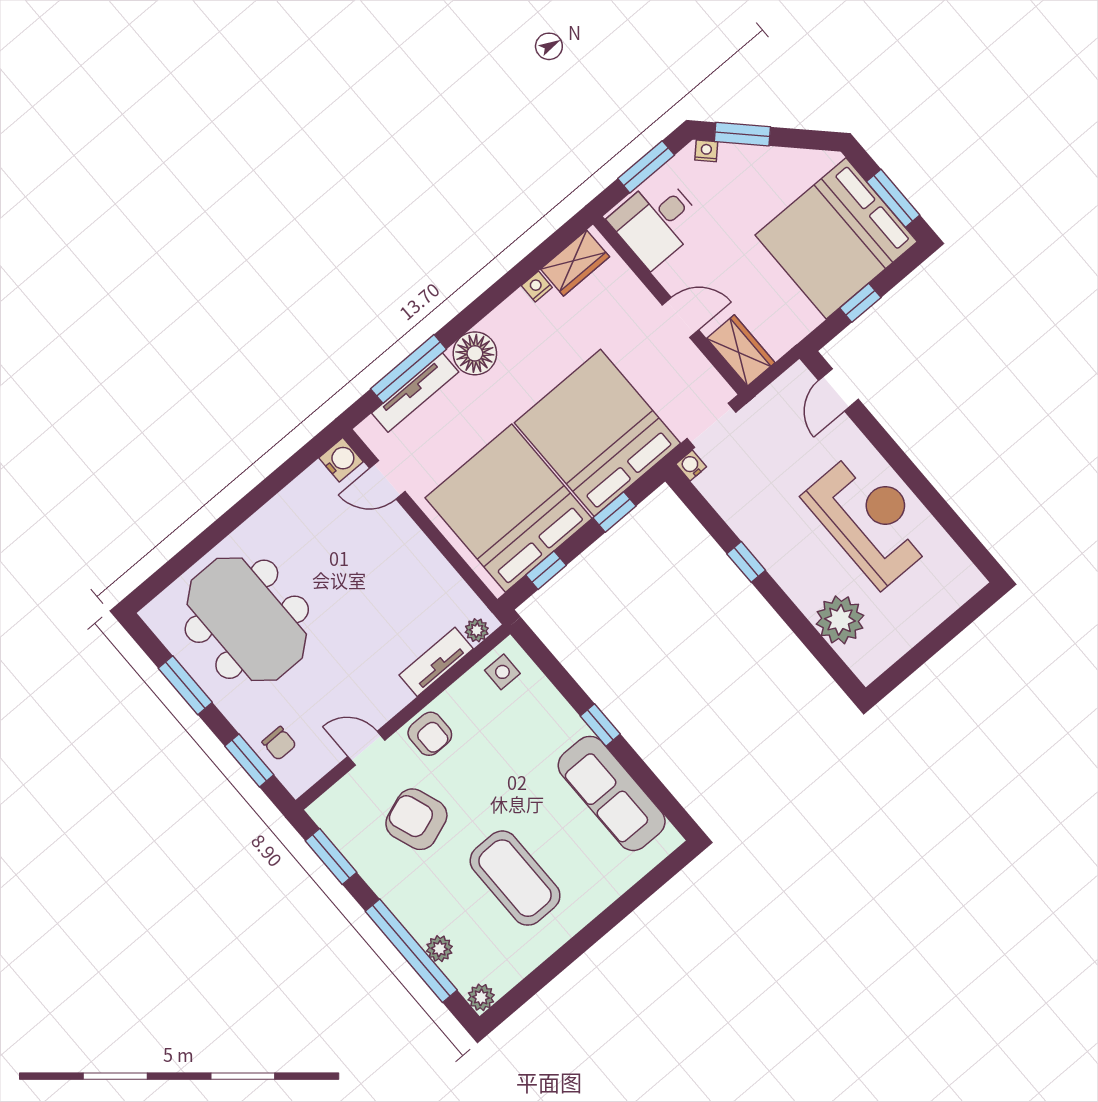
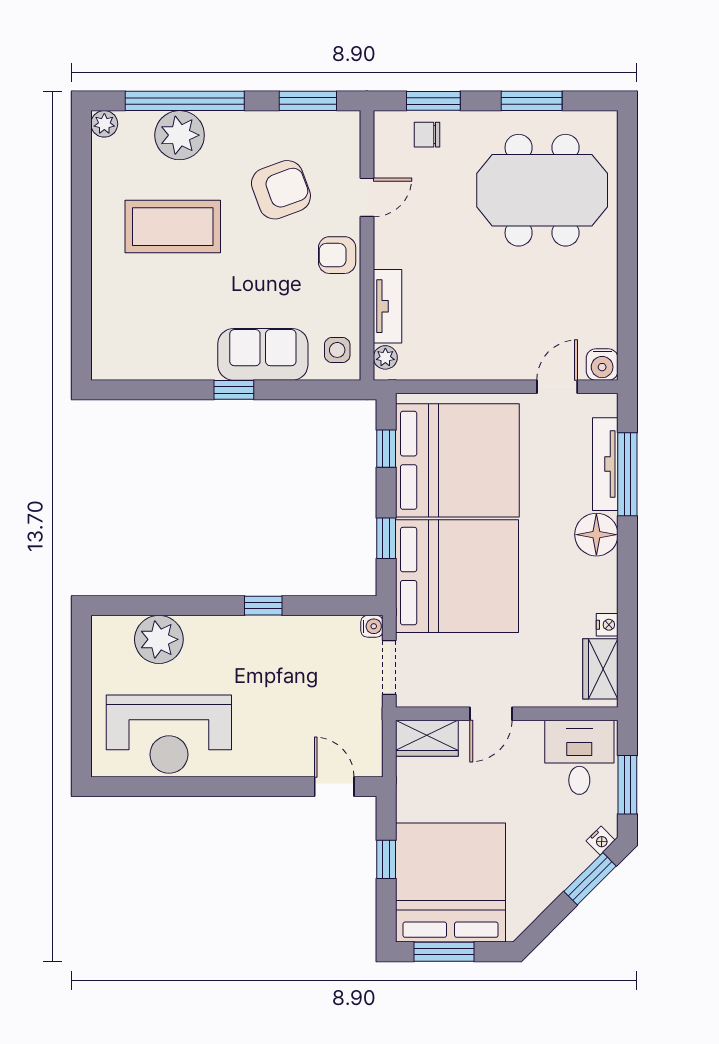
reception desk: (870, 519) -> (169, 734), moved
sofa: (612, 793) -> (263, 354), moved, width x0.73
plant: (439, 949) -> (180, 135), width x1.87, depth x1.87

